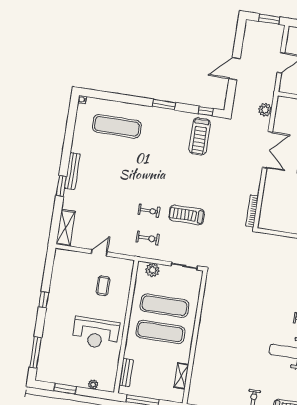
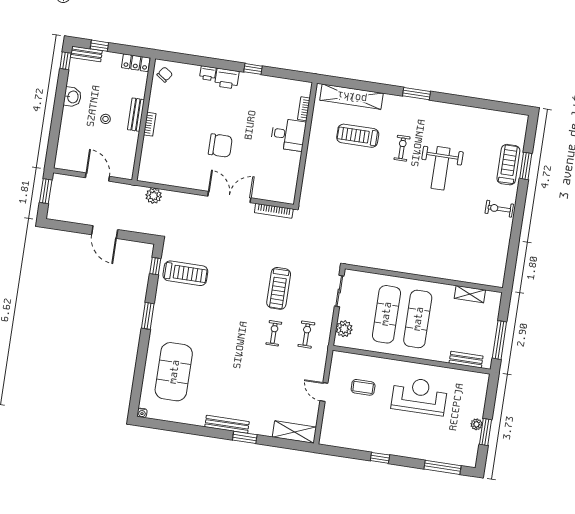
exercise mat: (117, 126) -> (174, 372), width x1.47
double door: (267, 150) -> (229, 197), moved
reception desk: (96, 333) -> (419, 396), turned -90
plant: (93, 384) -> (476, 424), moved

